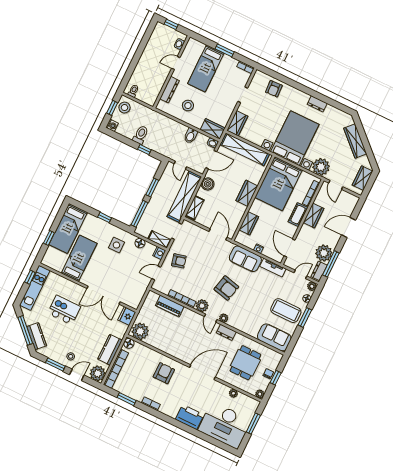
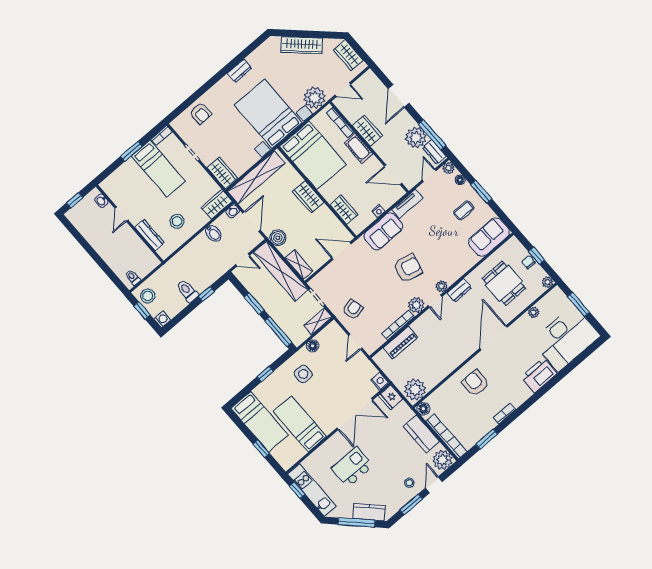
bed: (206, 68) -> (158, 169), moved
nightstand: (159, 253) -> (379, 381), moved
coffee table: (286, 311) -> (464, 210), width x0.54, depth x0.58
door: (211, 318) -> (435, 301), hinge flipped

